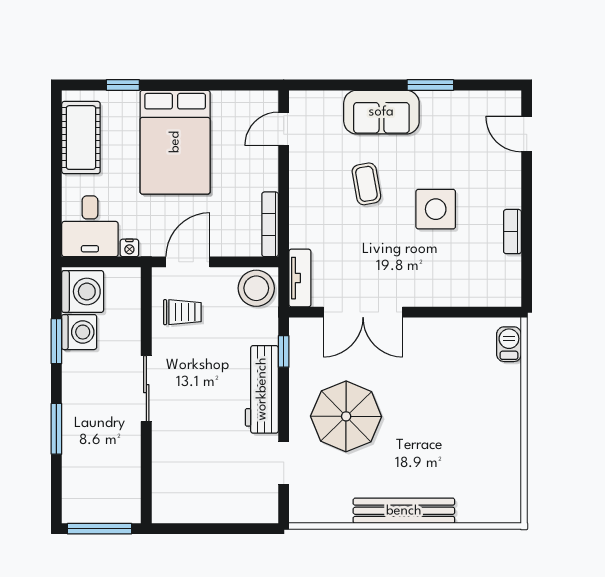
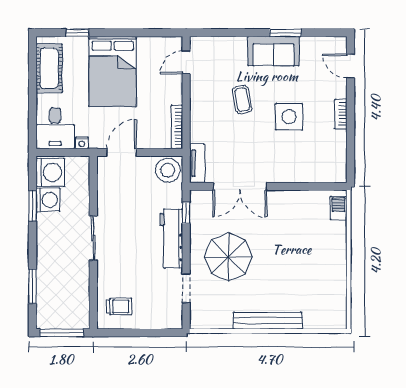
sofa: (381, 112) -> (273, 51), moved
bookcase: (512, 232) -> (341, 114), moved
trolley: (182, 312) -> (119, 306), moved
window: (56, 429) -> (33, 286), moved

